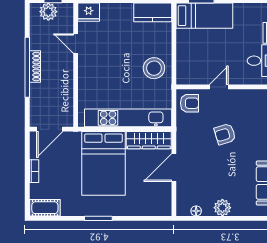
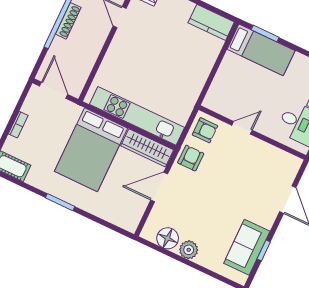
stool: (154, 68) -> (186, 79), removed
door: (50, 129) -> (54, 90), swing flipped
armchair: (225, 134) -> (191, 158), moved, turned 107
floor lamp: (196, 211) -> (168, 238), width x1.89, depth x1.89

